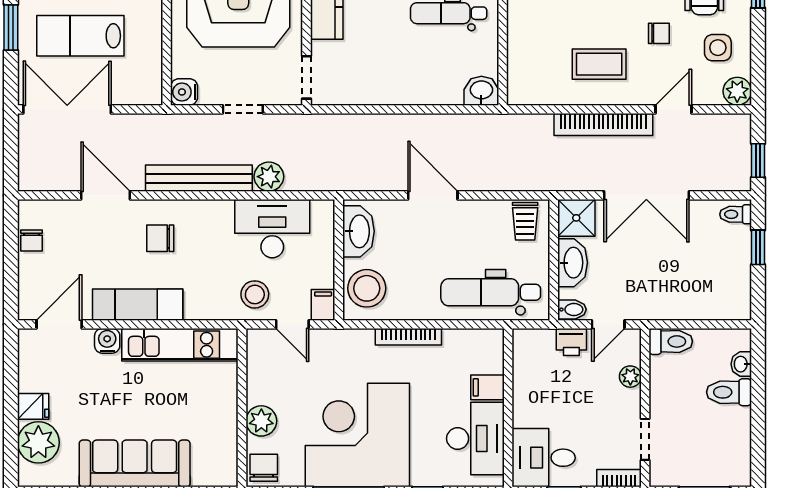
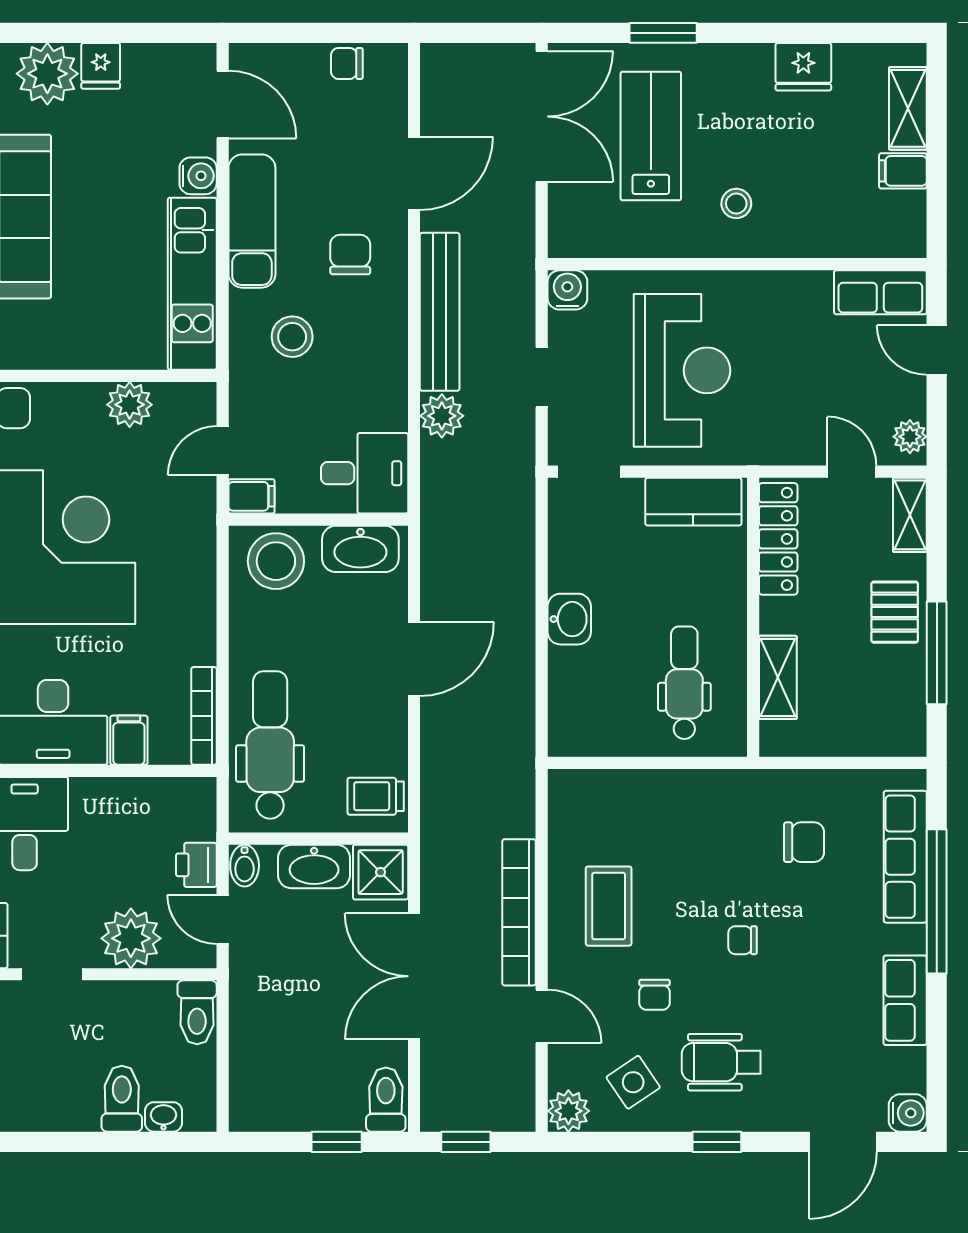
side table: (718, 48) -> (633, 1082), turned -34
washbasin: (481, 91) -> (569, 619), moved
toilet: (736, 214) -> (386, 1100), width x1.37, depth x1.39
desk: (272, 229) -> (365, 473), moved, width x0.73
stool: (255, 294) -> (292, 337), moved
bookcase: (408, 337) -> (204, 716), moved
plant: (630, 377) -> (131, 938), width x1.87, depth x1.87
plant: (261, 421) -> (130, 405), moved

